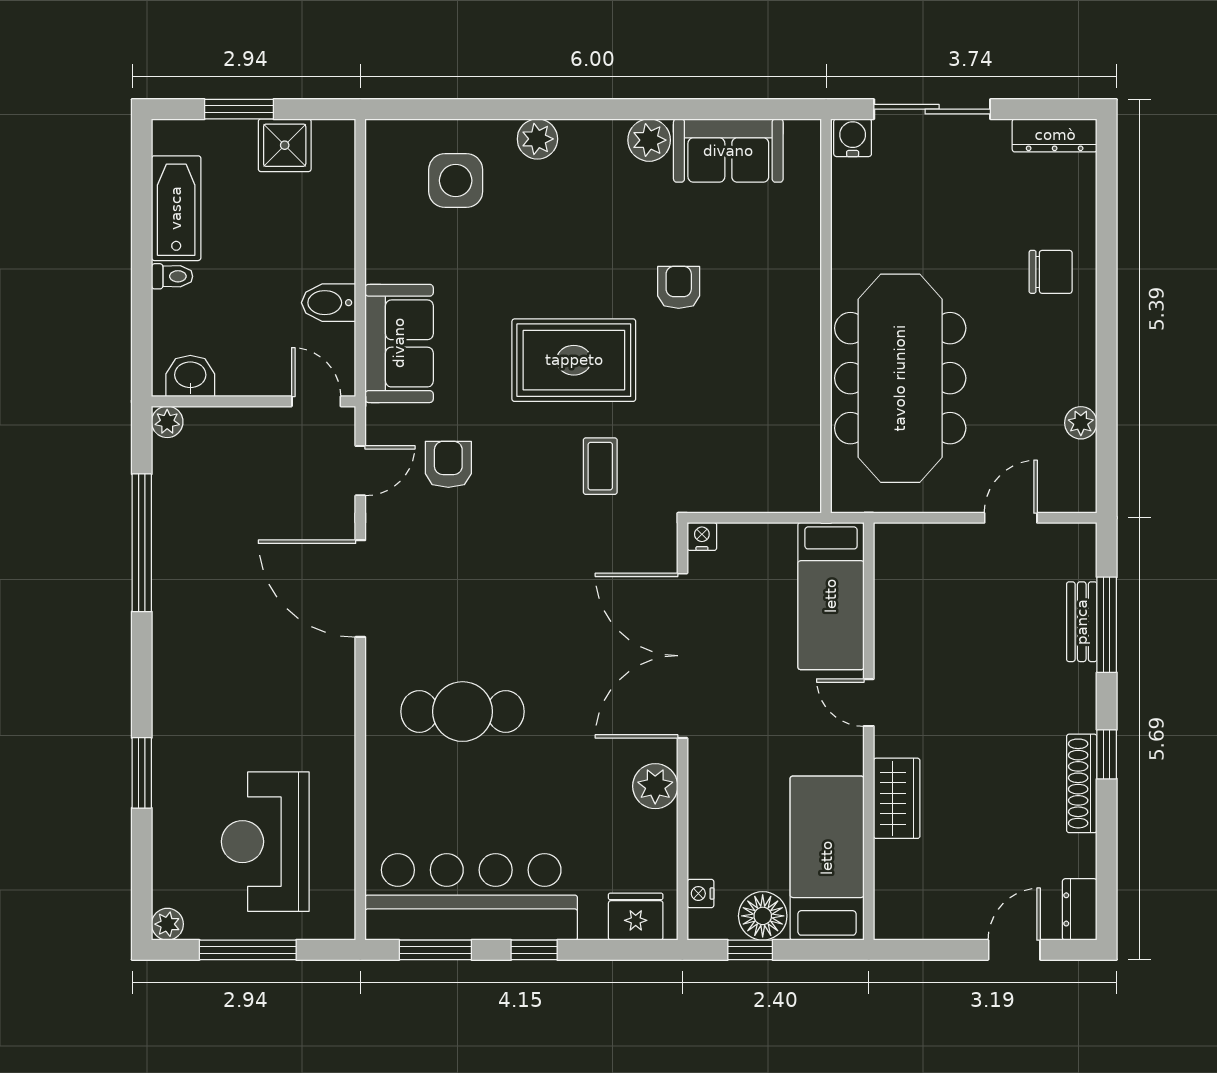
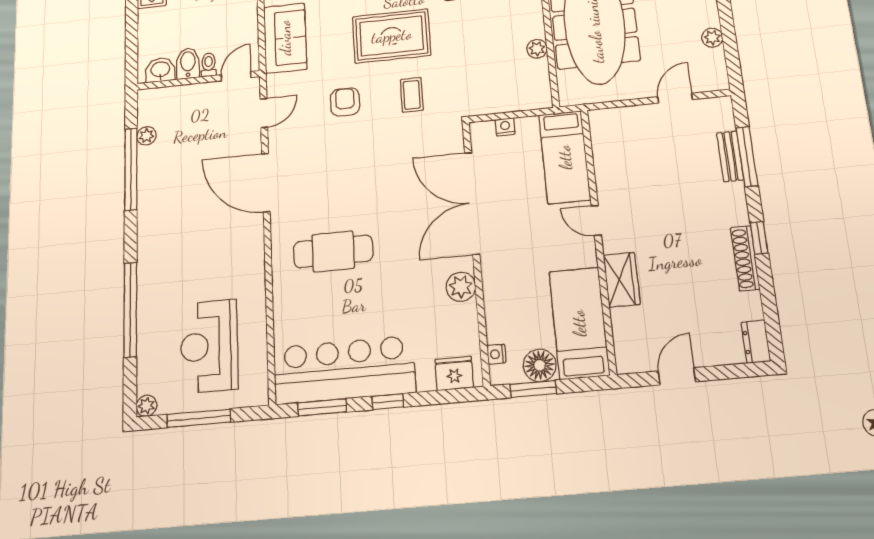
toilet: (172, 276) -> (209, 65), moved, turned -90
bidet: (329, 303) -> (188, 63), moved, turned 90
door: (316, 401) -> (236, 76), hinge flipped
plant: (805, 410) -> (537, 49), added
plant: (167, 422) -> (146, 136), moved
armchair: (448, 464) -> (345, 102), moved
nightstand: (702, 536) -> (505, 127), moved
window: (142, 773) -> (130, 309), width x2.11
window: (750, 950) -> (533, 389), width x1.50
door: (1014, 950) -> (677, 376), moved

